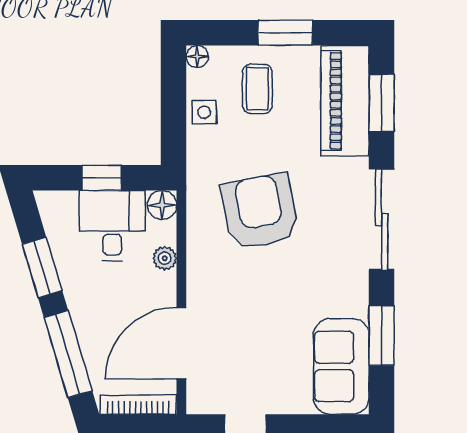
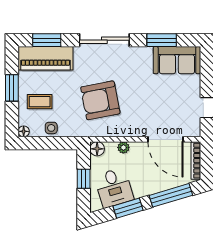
desk: (112, 226) -> (114, 188), moved, turned -107

